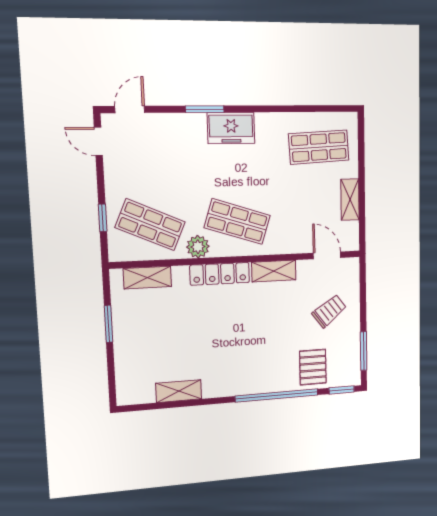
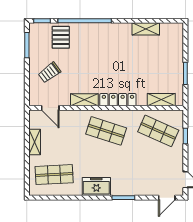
freezer: (231, 128) -> (96, 187), moved
plant: (198, 247) -> (131, 117), removed

